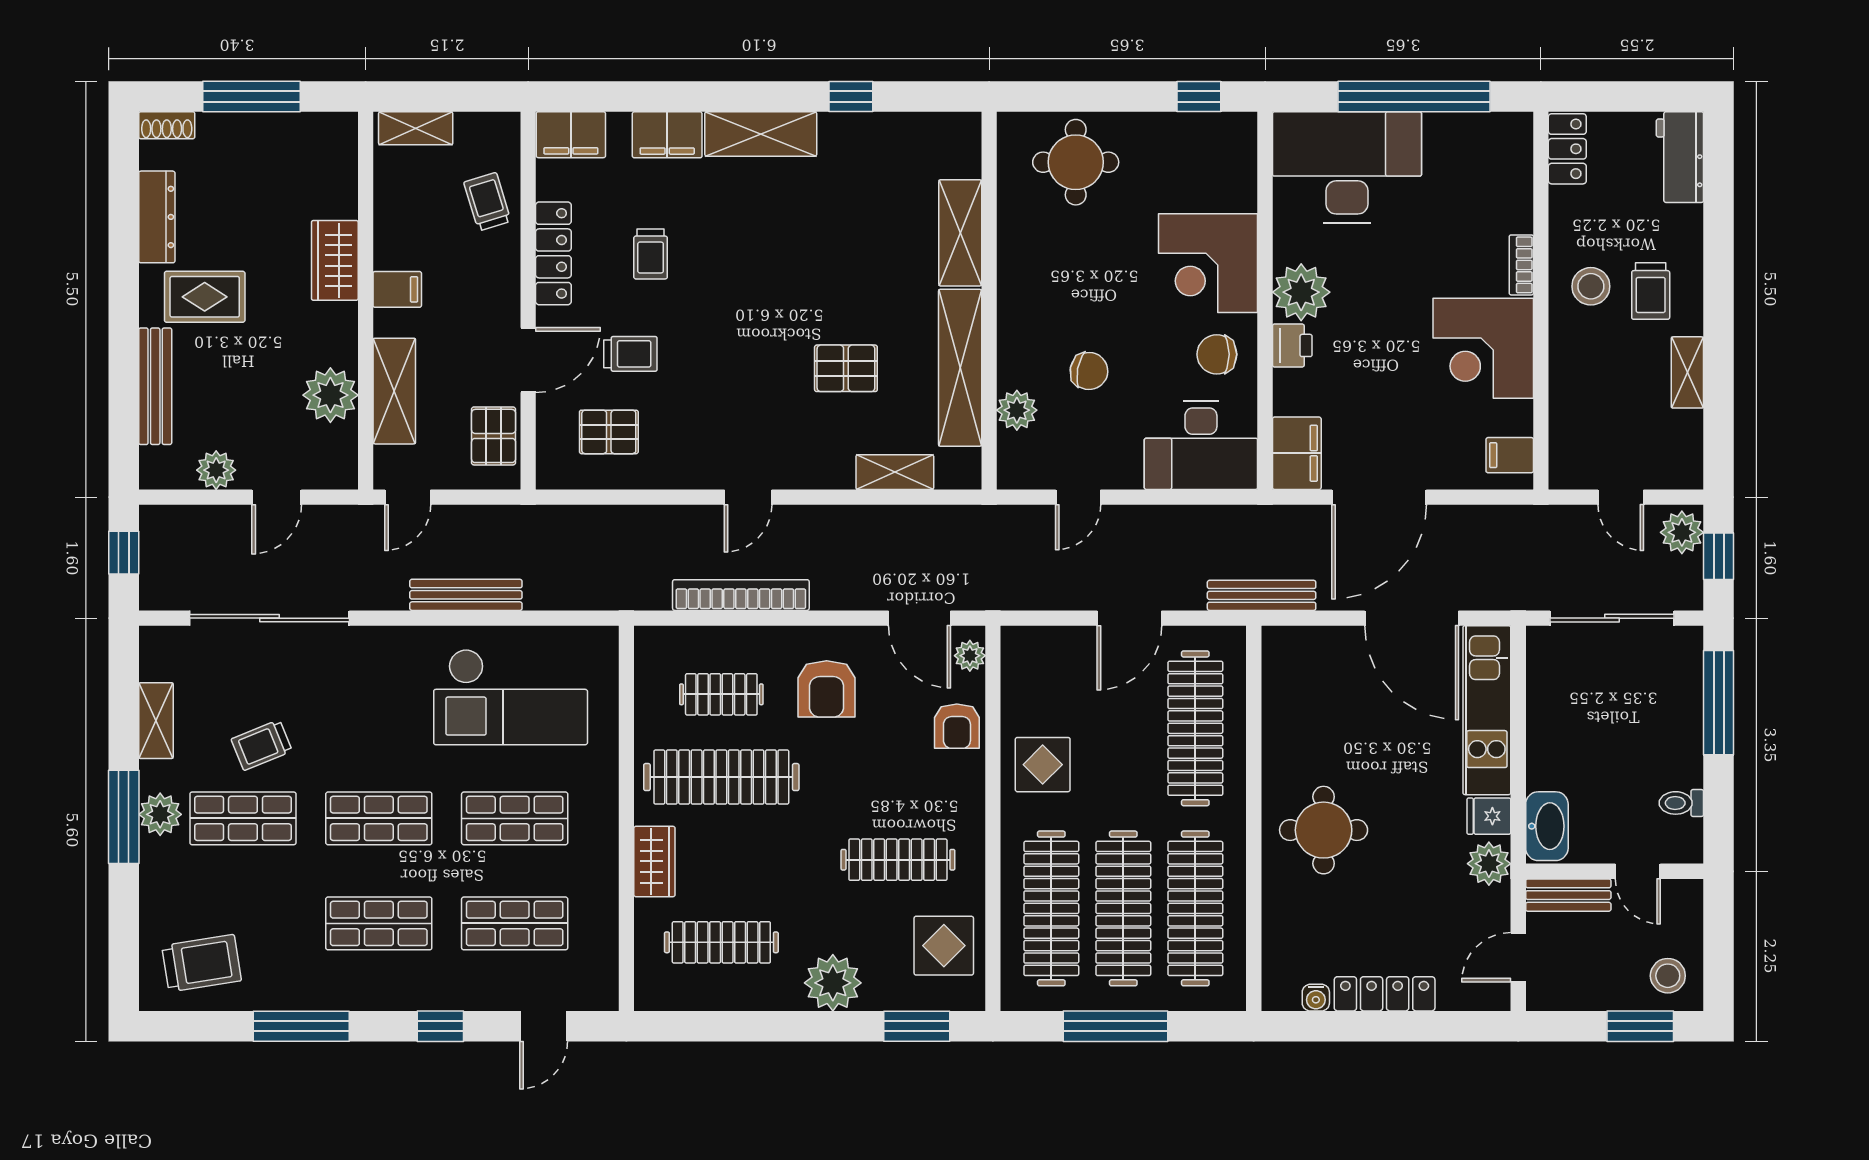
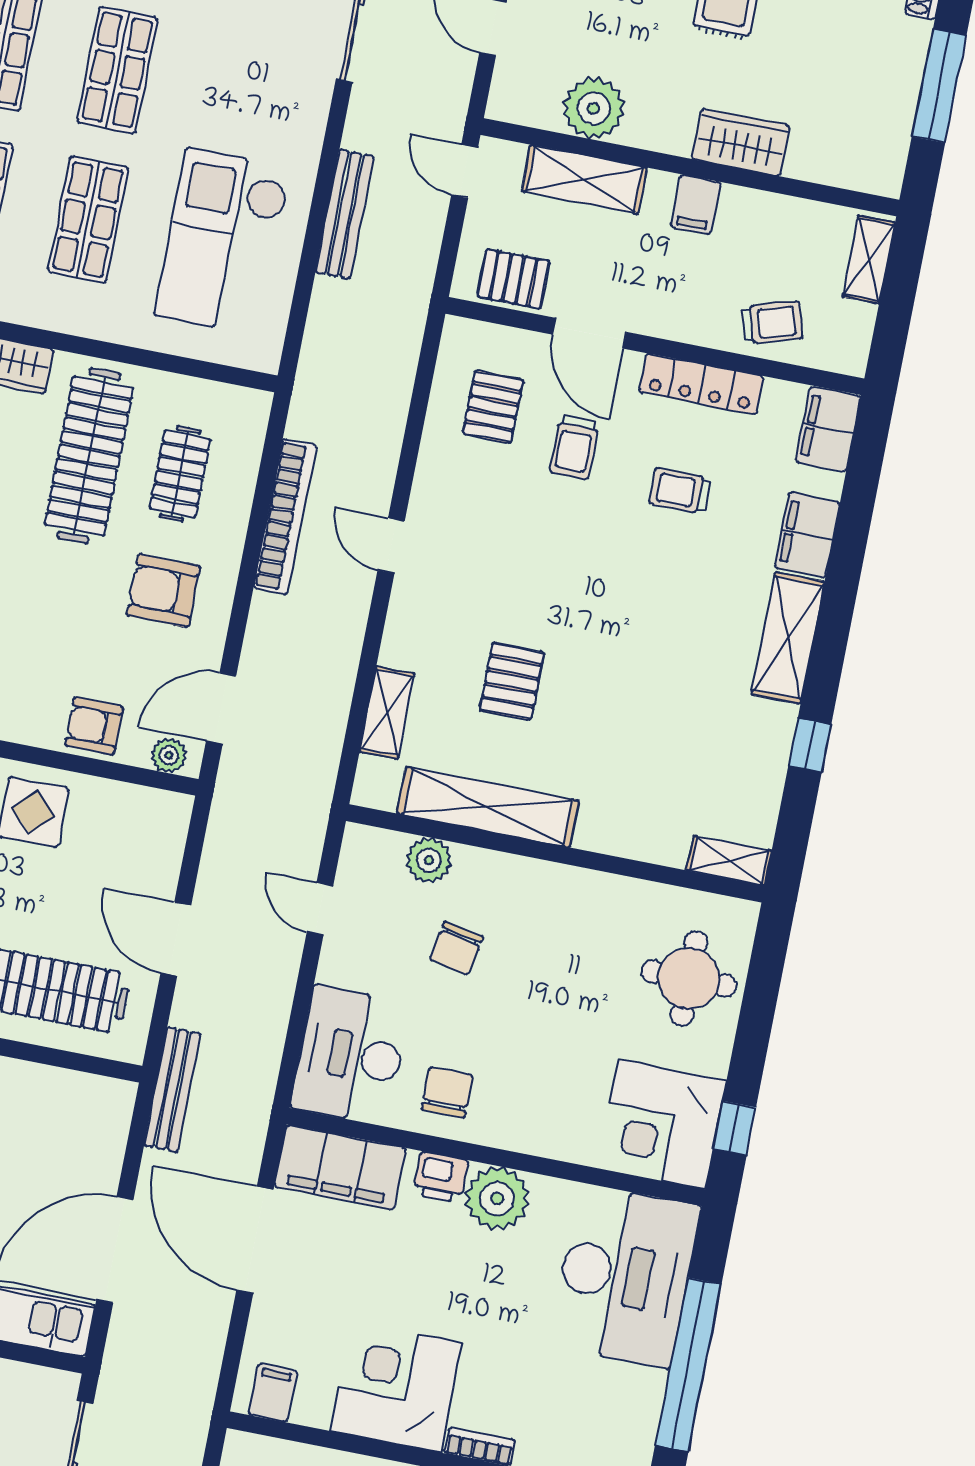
shelving: (960, 233) -> (729, 861), moved, width x0.67, depth x0.75
corner desk: (1208, 263) -> (662, 1124), moved, turned -90
filing cabinet: (1297, 453) -> (340, 1167), width x1.50, depth x1.17

